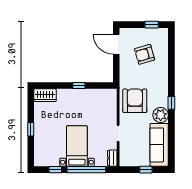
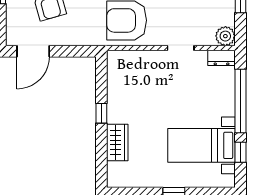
wardrobe: (45, 95) -> (117, 142), moved
bed with nightstands: (77, 146) -> (202, 145), moved
plant: (125, 160) -> (225, 36), added

